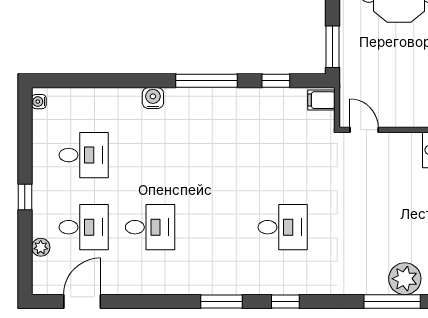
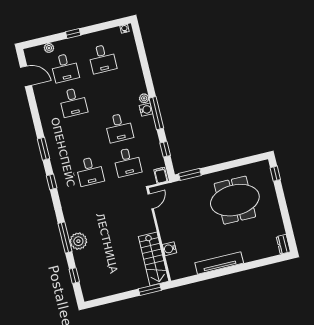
plant: (174, 96) -> (144, 98), added
water cooler: (153, 98) -> (146, 110), moved
desk: (216, 155) -> (119, 128), added
desk: (283, 155) -> (127, 162), added

